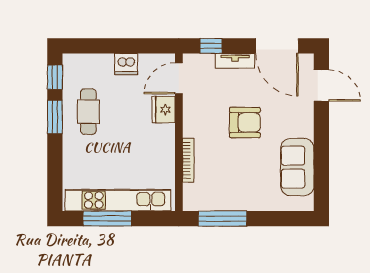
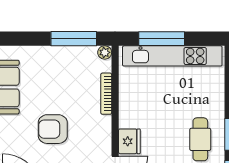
plant: (190, 204) -> (105, 52), added
window: (107, 219) -> (162, 39), moved

